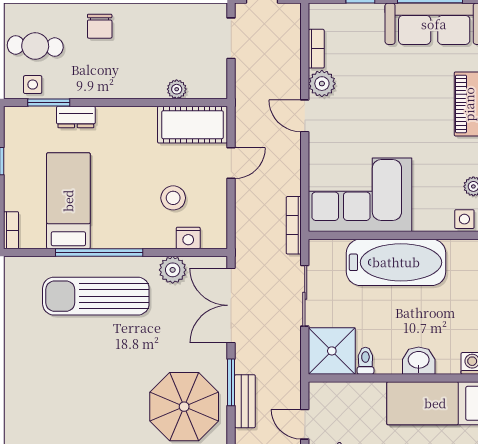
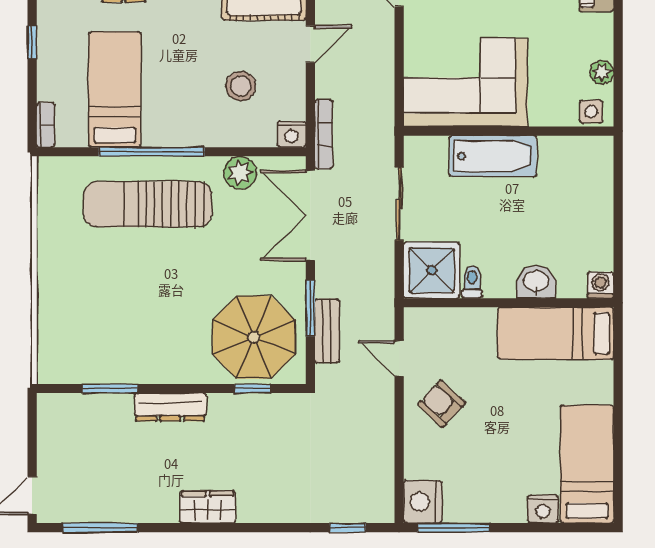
bookcase: (294, 225) -> (324, 134), moved, turned 180
nightstand: (188, 238) -> (292, 134), moved
bathtub: (396, 262) -> (493, 156), width x0.73, depth x0.73

